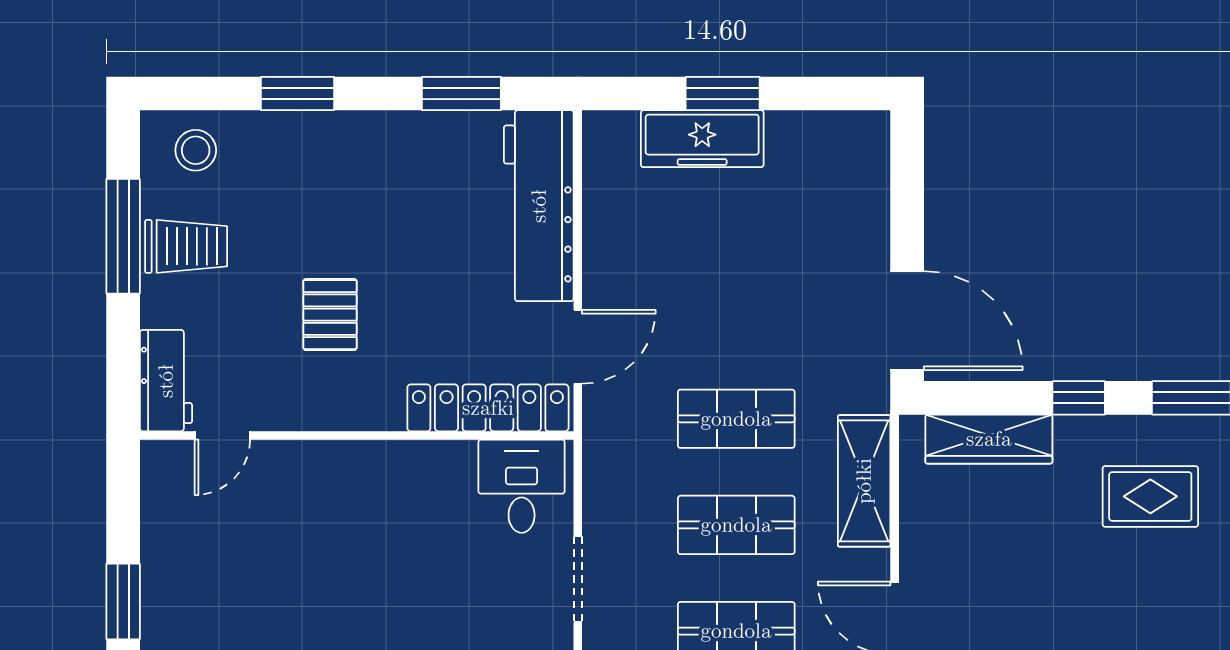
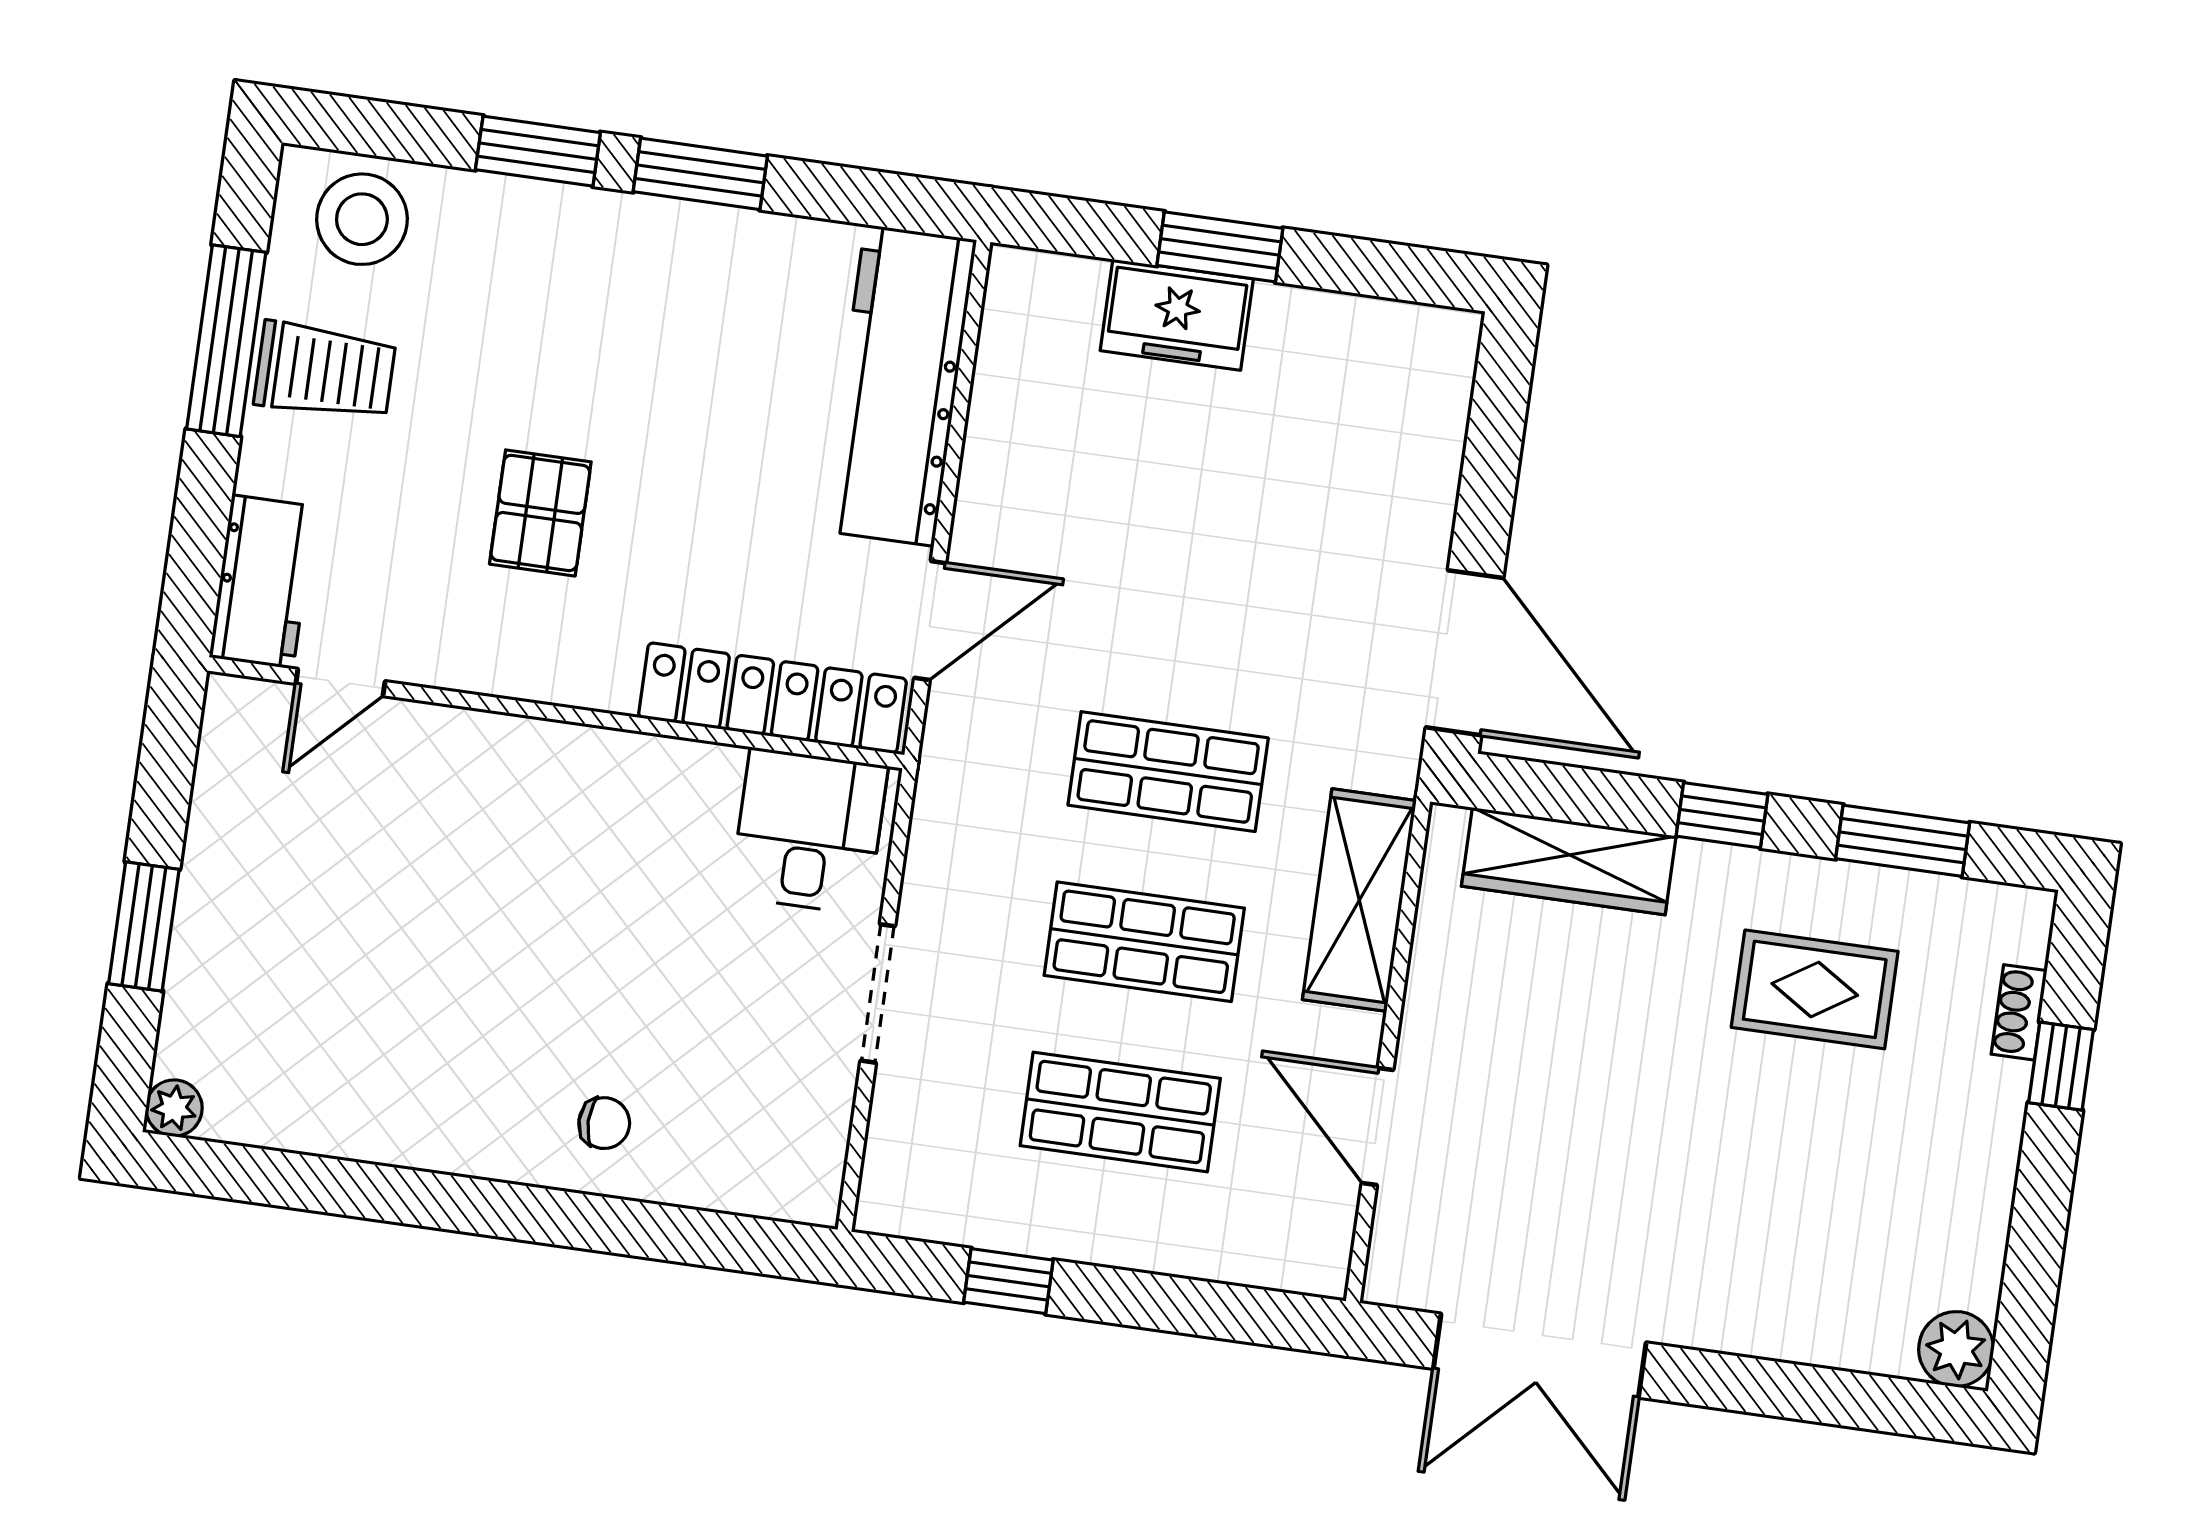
window: (461, 93) -> (700, 174), moved
freezer: (702, 139) -> (1177, 315), width x0.71
stool: (196, 150) -> (362, 219), width x1.38, depth x1.38

